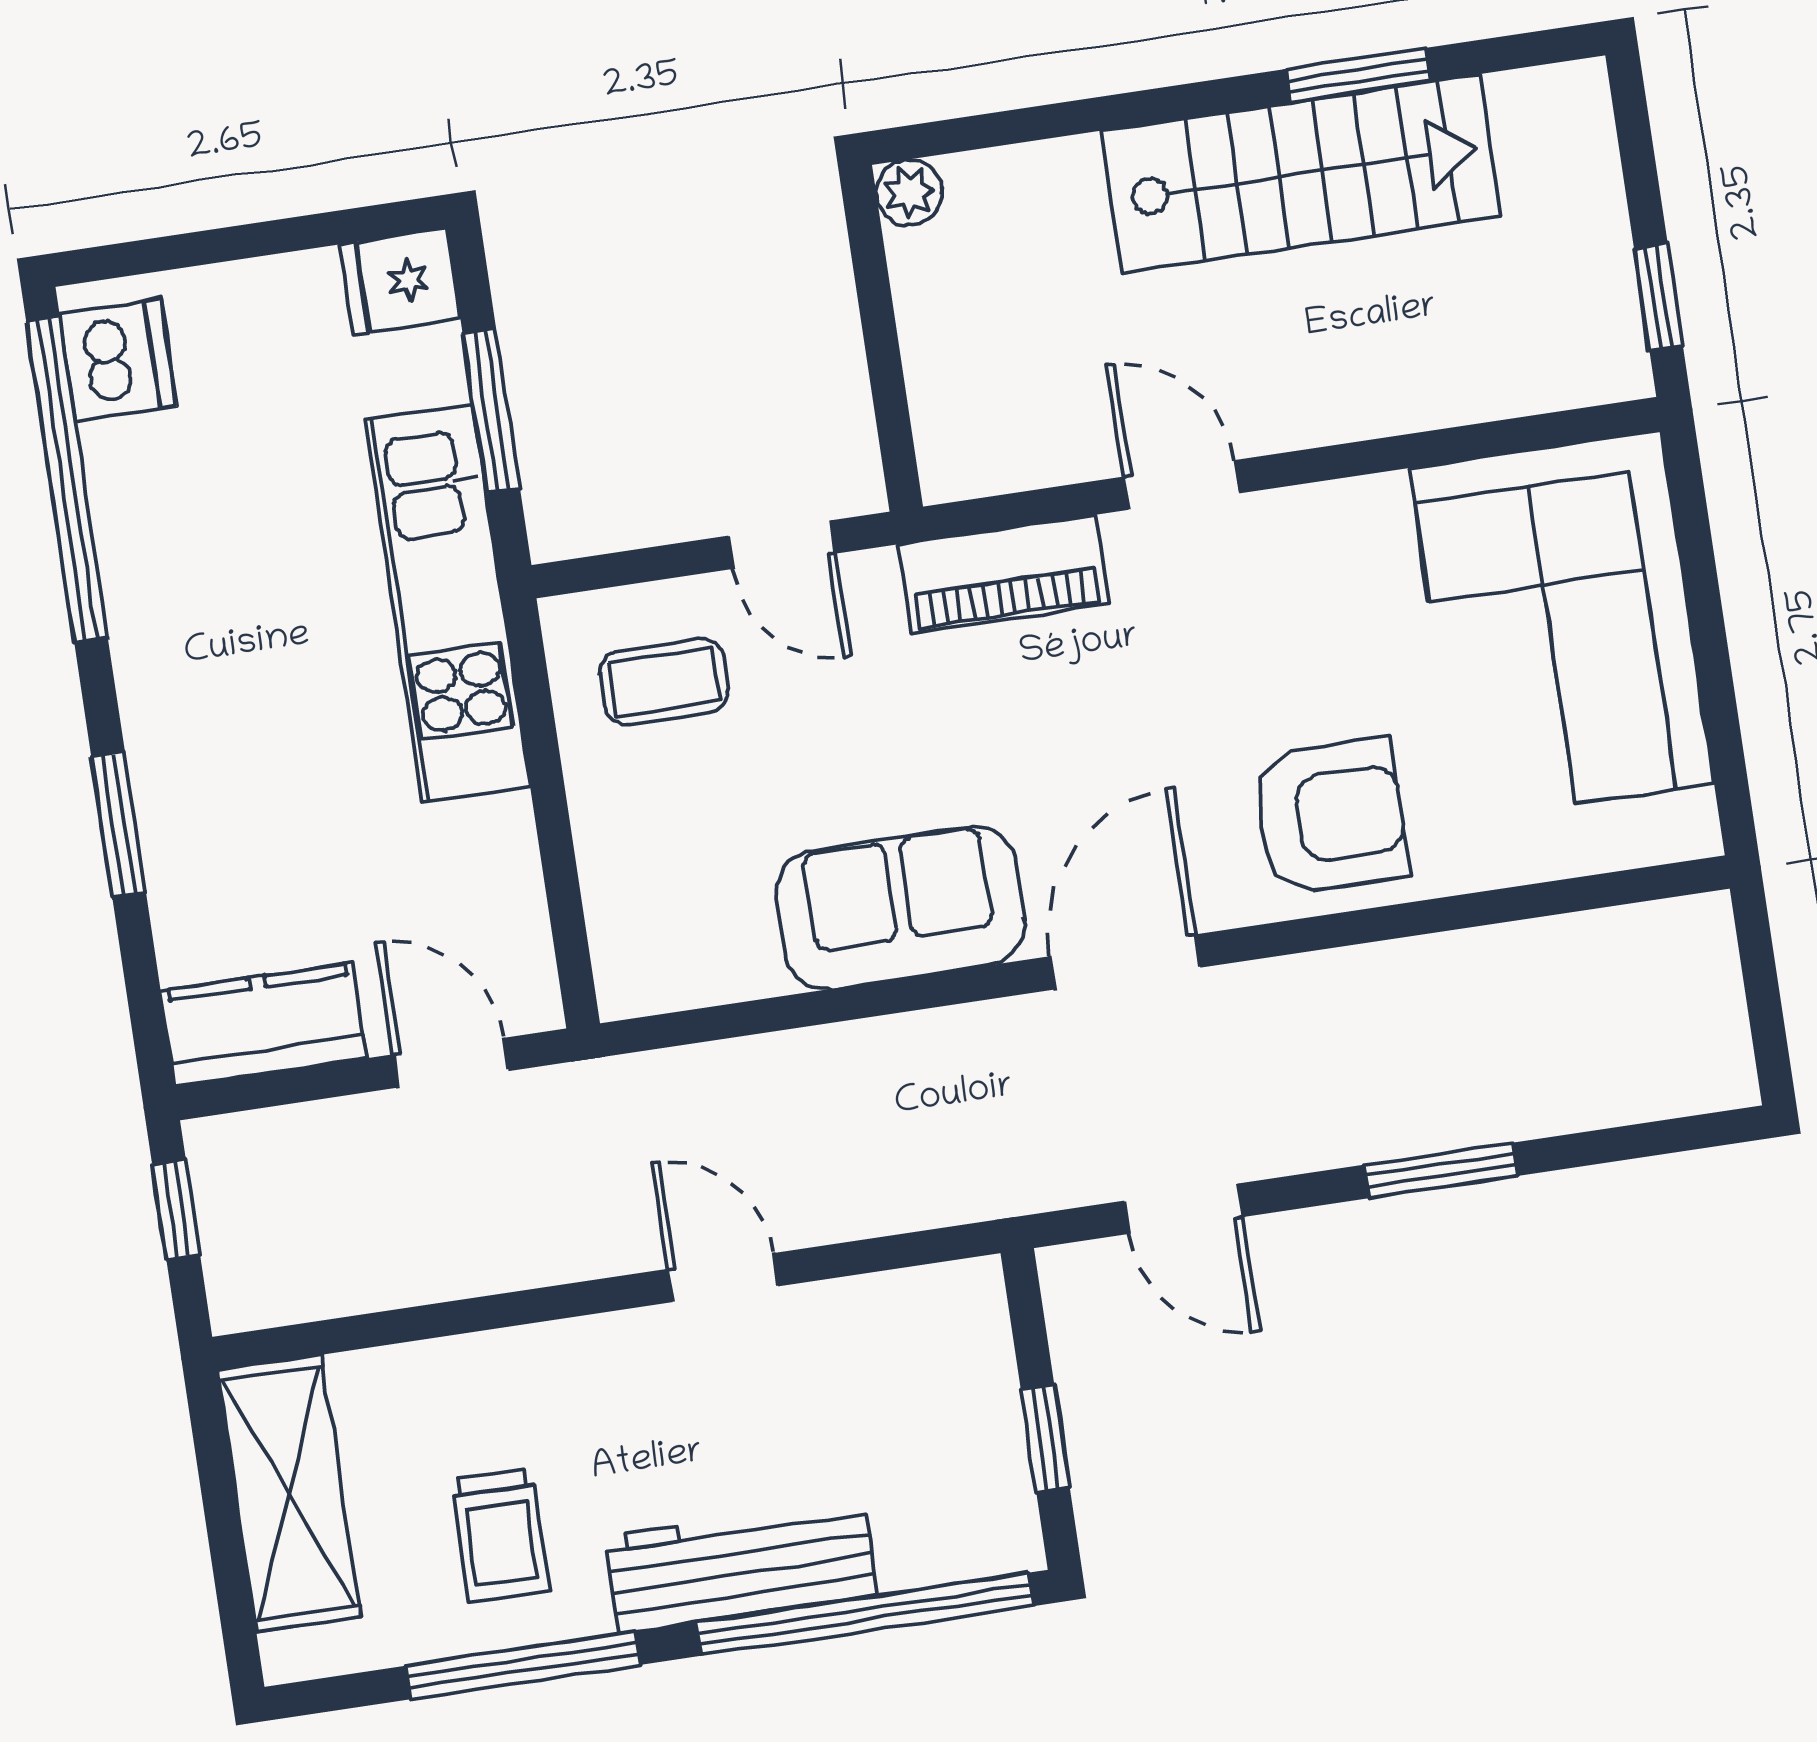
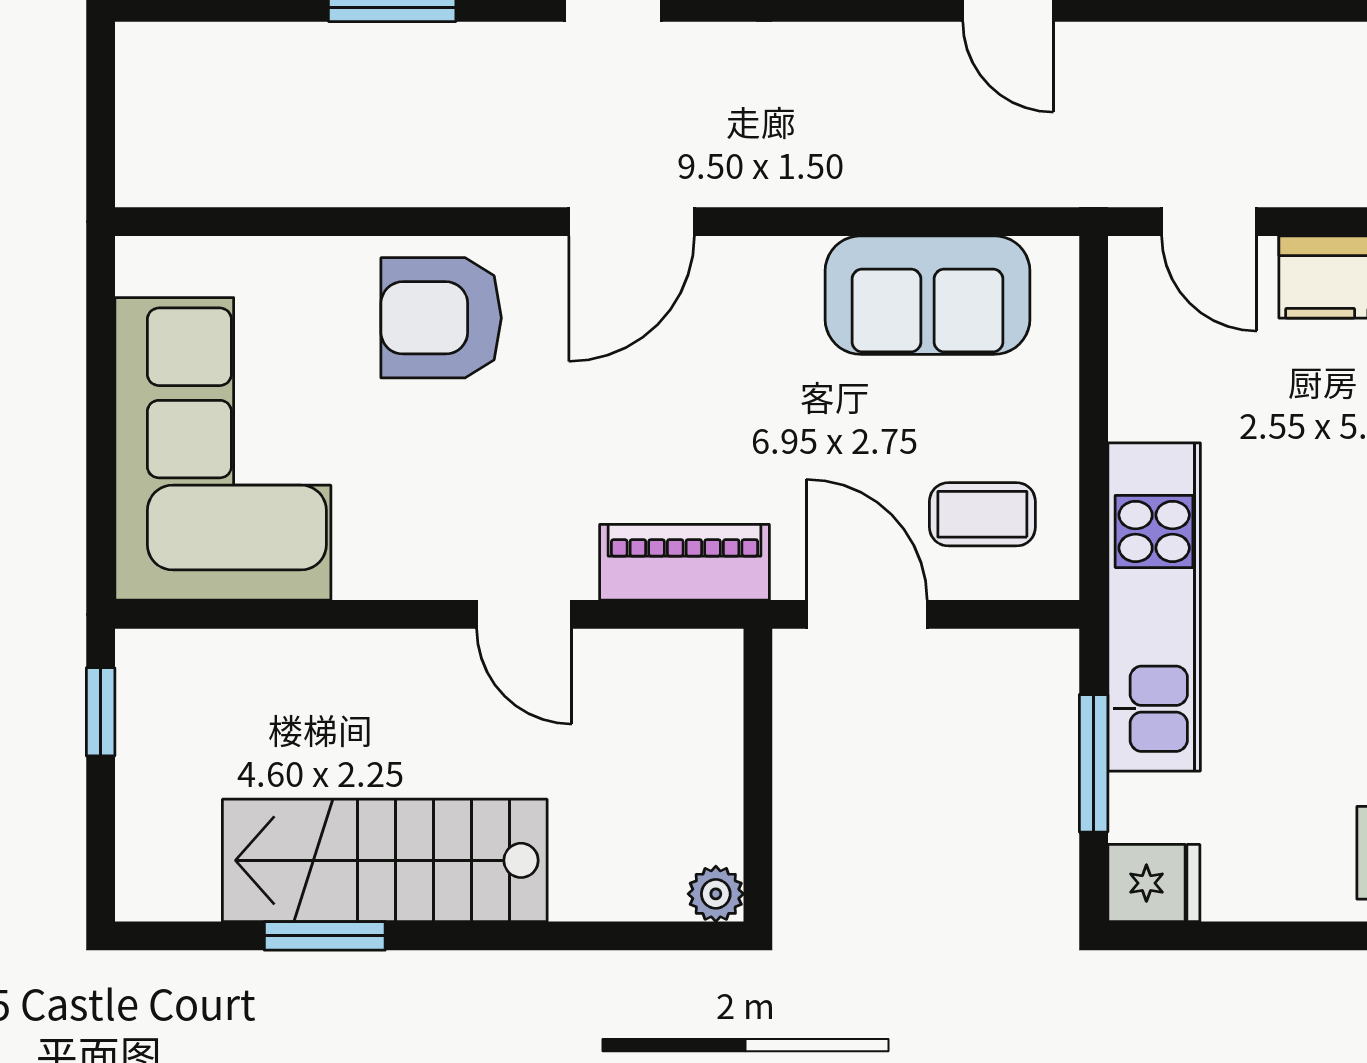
door: (782, 545) -> (867, 614), width x1.38
sofa: (900, 908) -> (928, 295), moved

